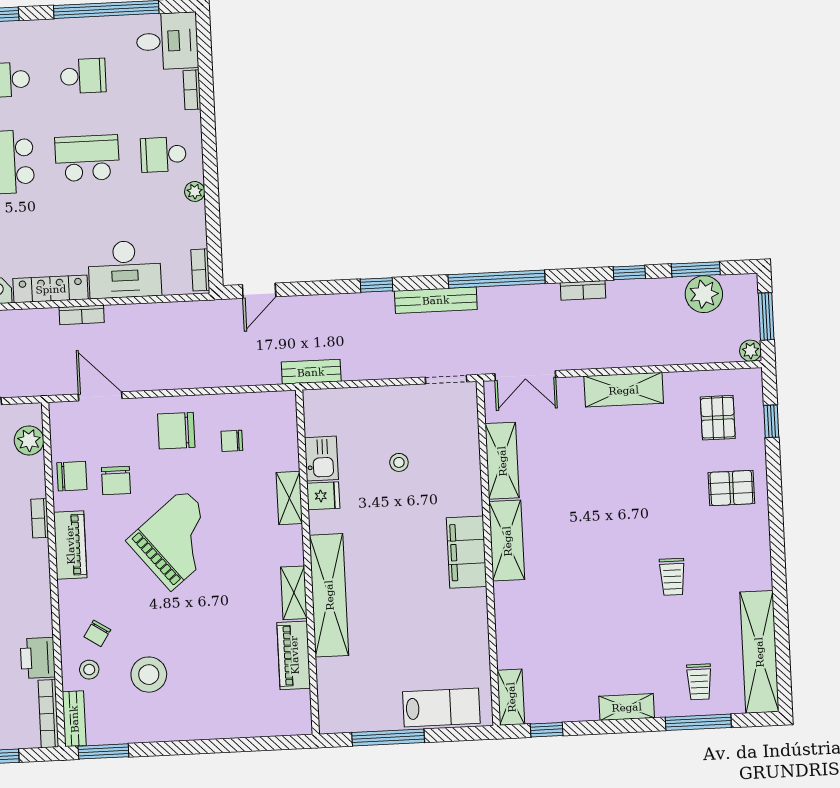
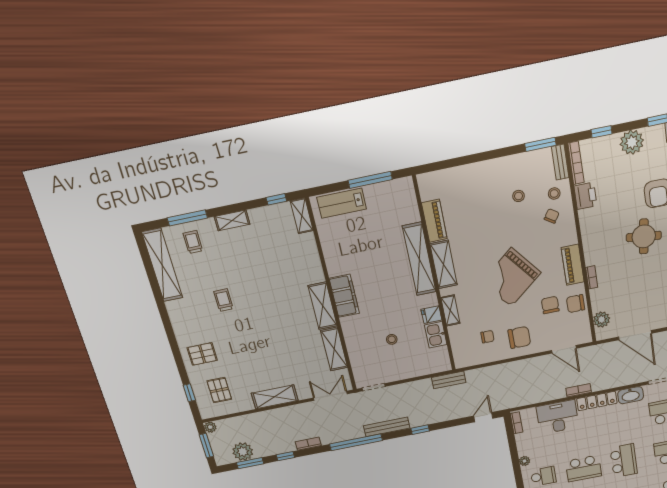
shelving: (294, 593) -> (444, 264), width x1.50, depth x1.33
stool: (149, 675) -> (518, 196), width x0.53, depth x0.53

